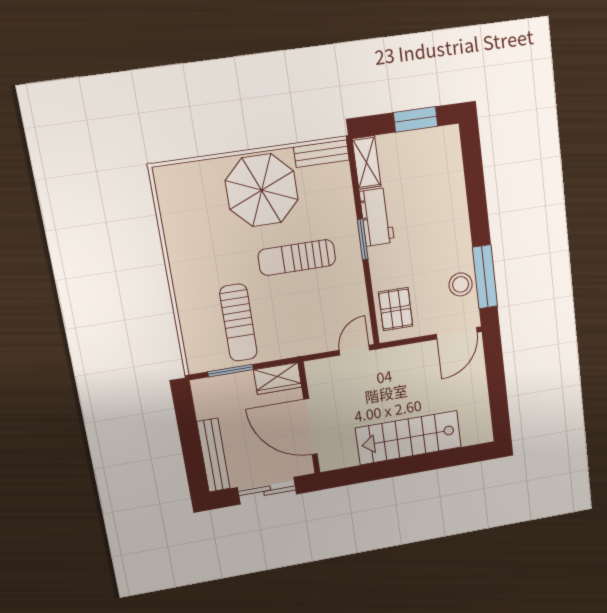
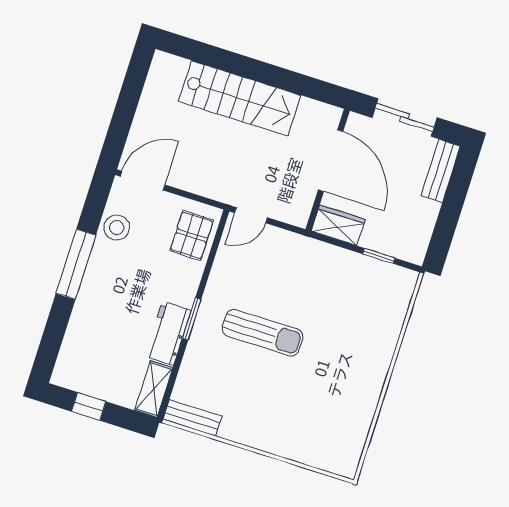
window: (416, 119) -> (89, 406), width x0.67
parasol: (262, 190) -> (264, 411), removed
window: (485, 277) -> (76, 264), moved
sun lounger: (238, 323) -> (348, 298), removed
window: (231, 371) -> (379, 256), width x0.67
bench: (213, 455) -> (441, 171), width x0.73

